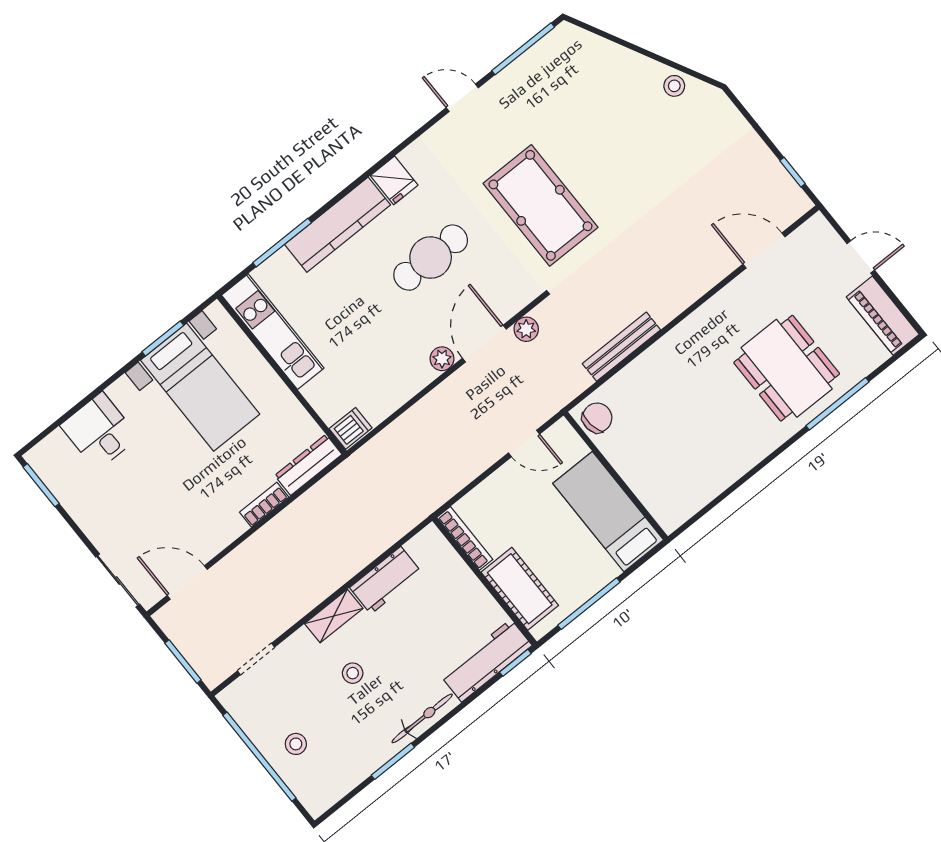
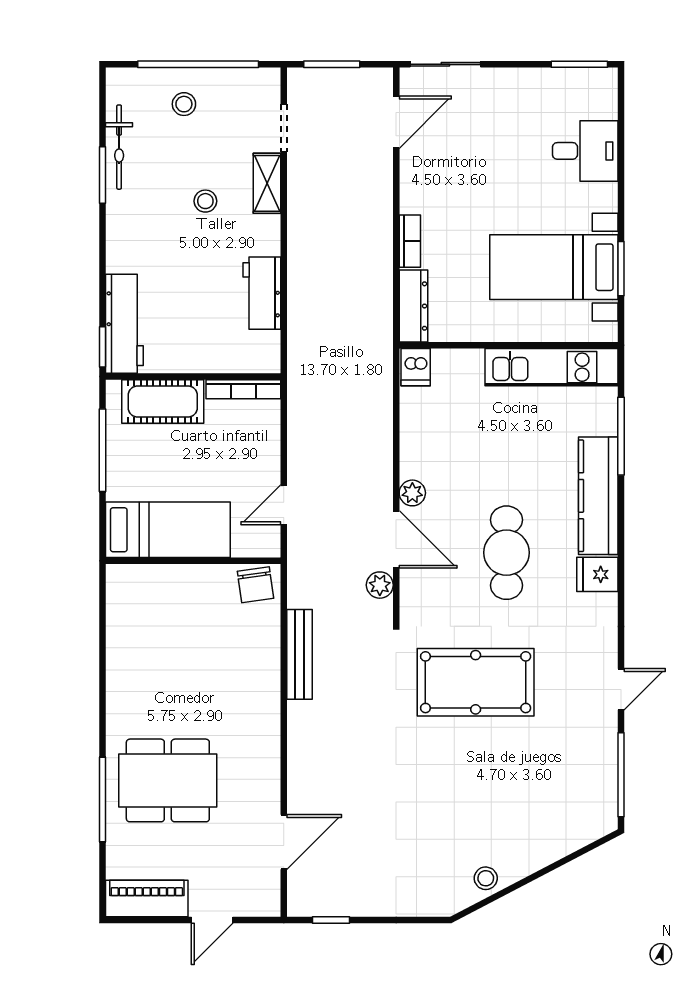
shelving: (334, 616) -> (267, 183), moved
bicycle: (422, 718) -> (119, 147), moved

